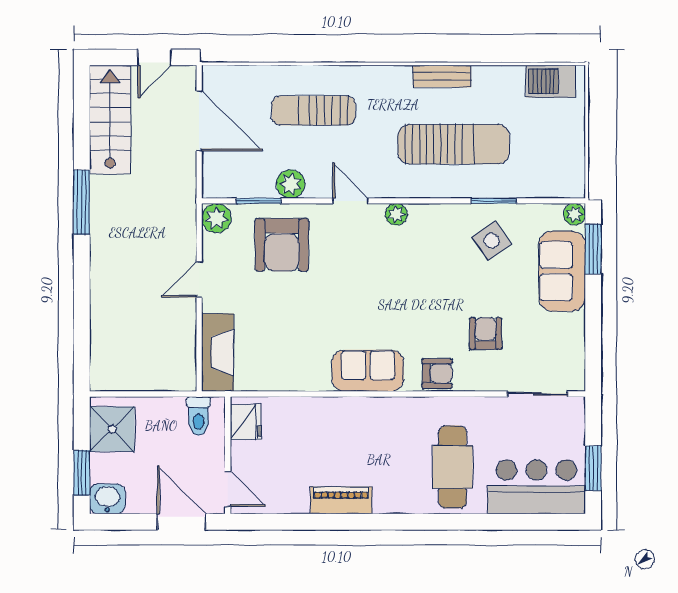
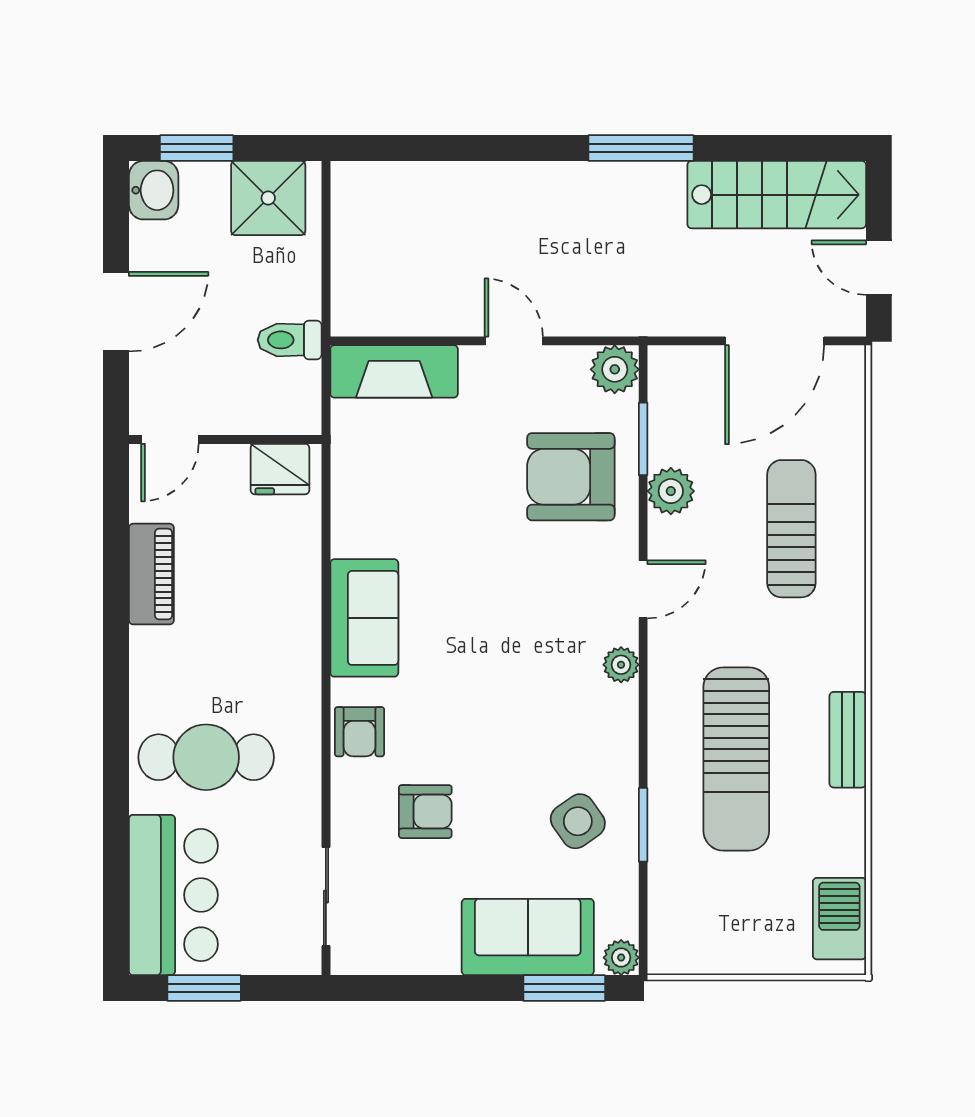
fridge: (246, 422) -> (280, 469), moved
wall: (228, 455) -> (225, 439), moved
door: (228, 489) -> (170, 439), moved

